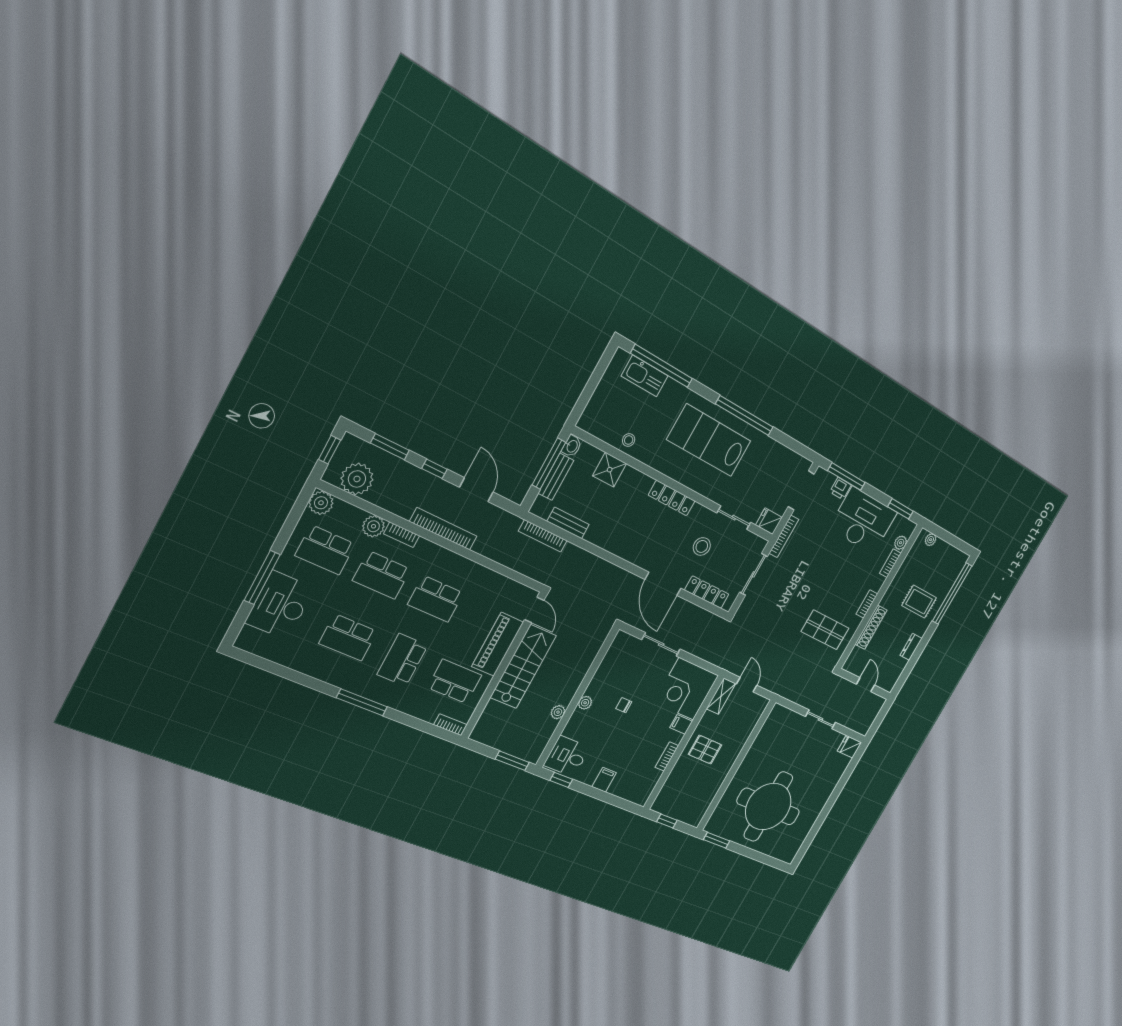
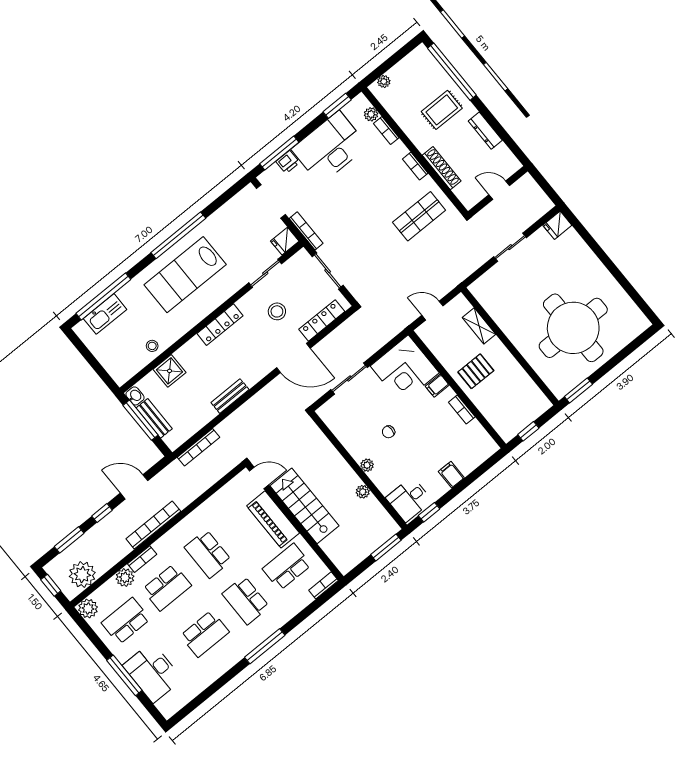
bench: (568, 523) -> (230, 396), moved
school desk: (325, 550) -> (126, 621), turned 180
school desk: (436, 599) -> (208, 554), turned 90
dresser: (911, 647) -> (485, 131), width x1.44
shelving: (721, 696) -> (479, 326), moved

